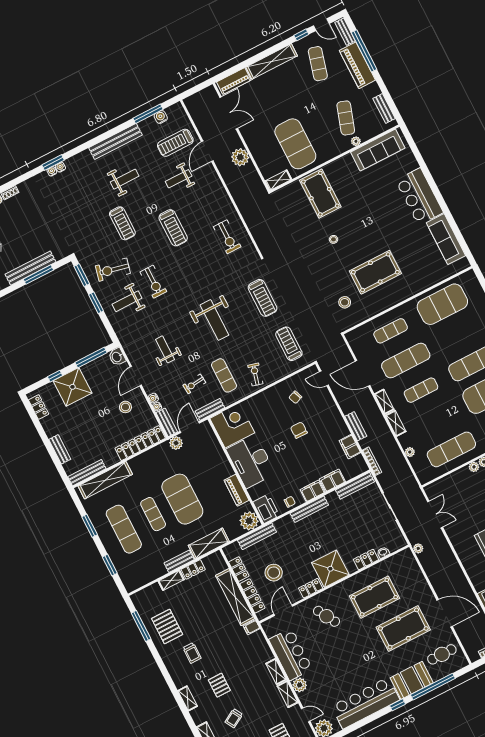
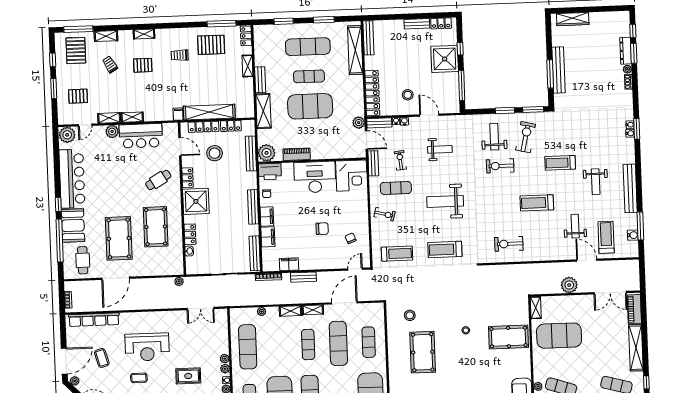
washbasin: (117, 357) -> (452, 107), removed
bench: (60, 449) -> (417, 24), moved
locker: (193, 569) -> (246, 36), moved

